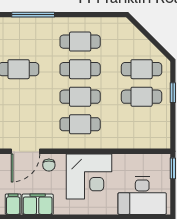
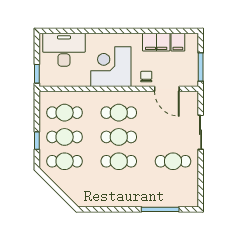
cafe table: (80, 42) -> (65, 113), moved
door: (26, 151) -> (167, 89), swing flipped

